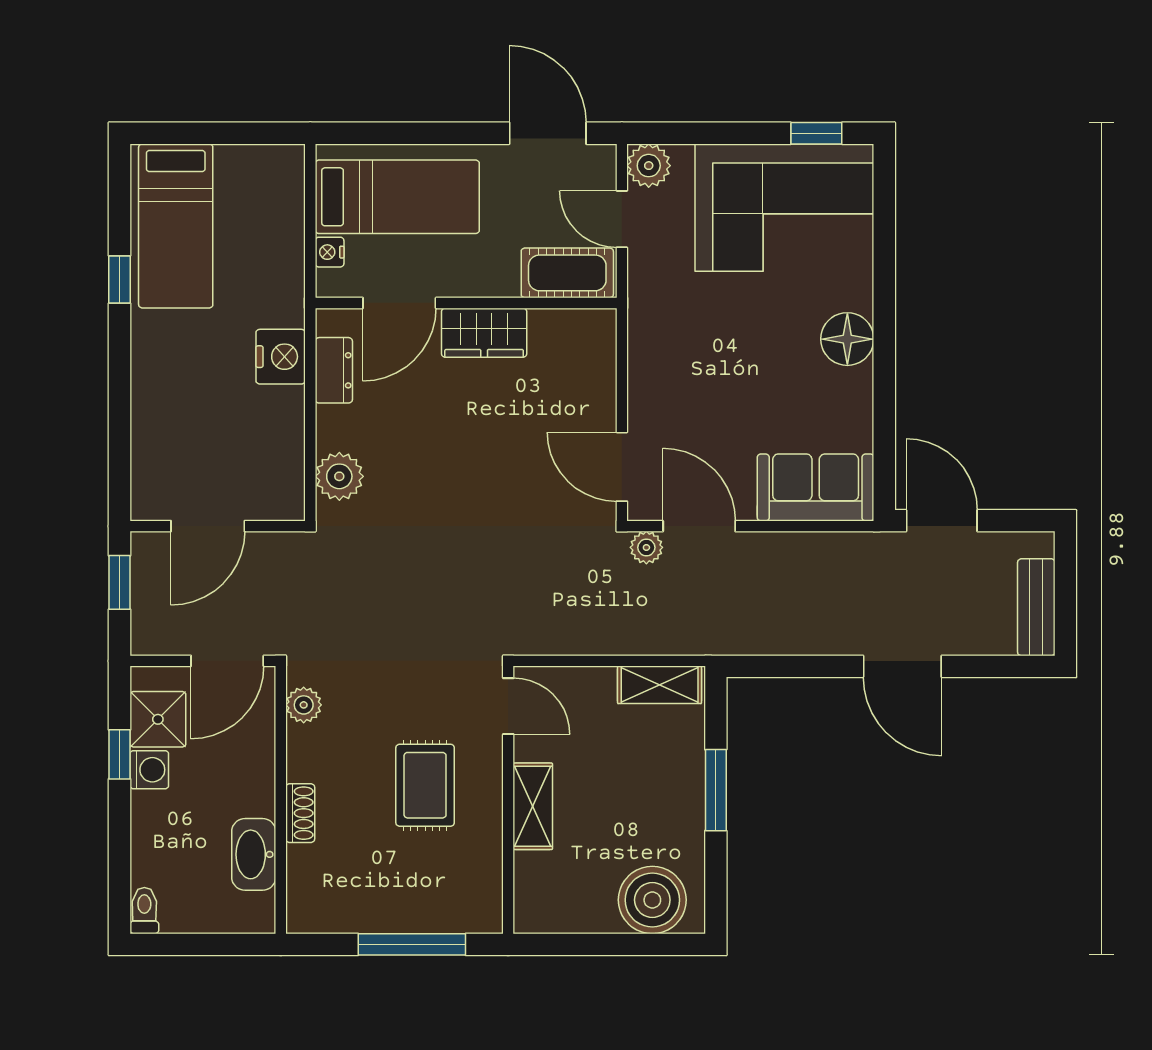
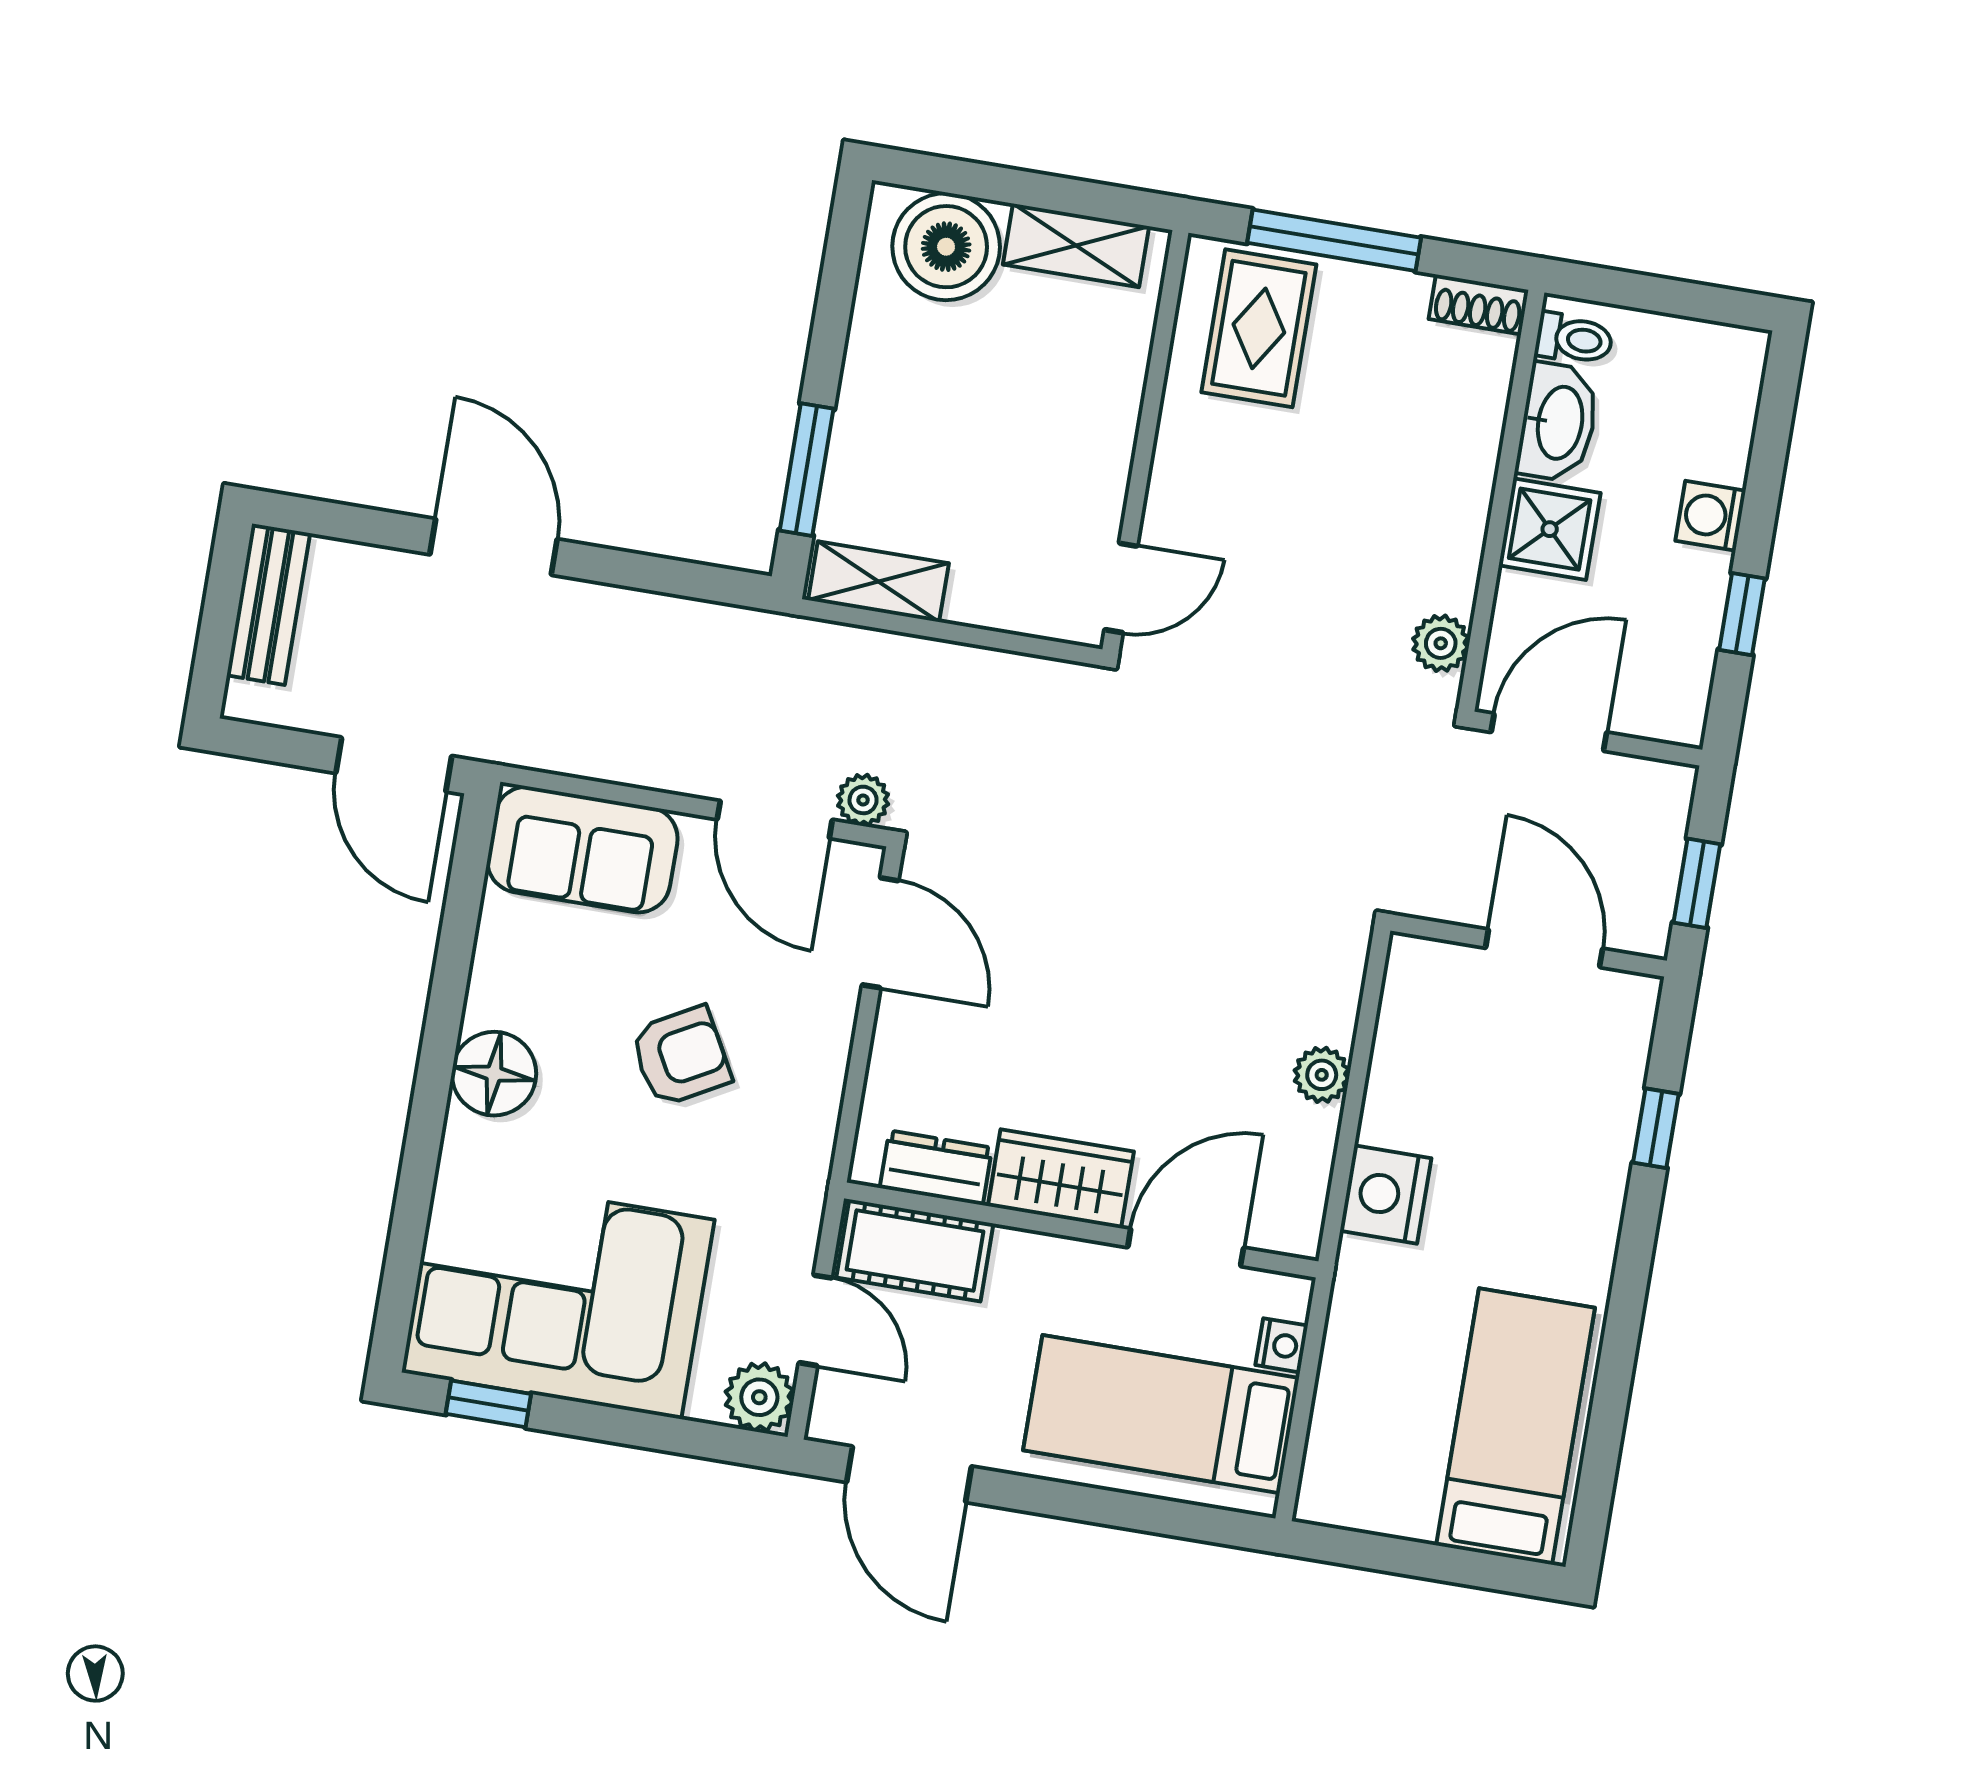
window: (119, 279) -> (1656, 1128), moved
armchair: (733, 369) -> (681, 1056), added
dresser: (334, 370) -> (936, 1168), moved, turned 90
plant: (339, 476) -> (1322, 1075), moved, width x0.73, depth x0.73
door: (208, 526) -> (1544, 948), hinge flipped
door: (508, 706) -> (1121, 588), swing flipped
shower: (158, 719) -> (1550, 529), moved
washing machine: (149, 770) -> (1711, 516), moved
rug: (425, 785) -> (1259, 328), moved
window: (716, 790) -> (807, 470), moved
shelving: (533, 806) -> (1076, 245), moved, turned 90
shoe rack: (300, 813) -> (1479, 304), moved, turned -90
toilet: (144, 911) -> (1574, 339), moved, turned -90

